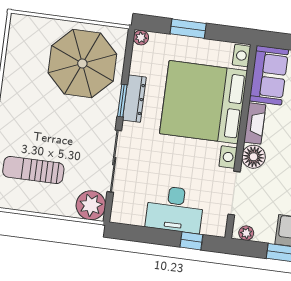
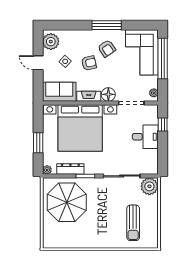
dresser: (134, 99) -> (70, 169), moved
desk: (175, 209) -> (145, 137), width x0.73

